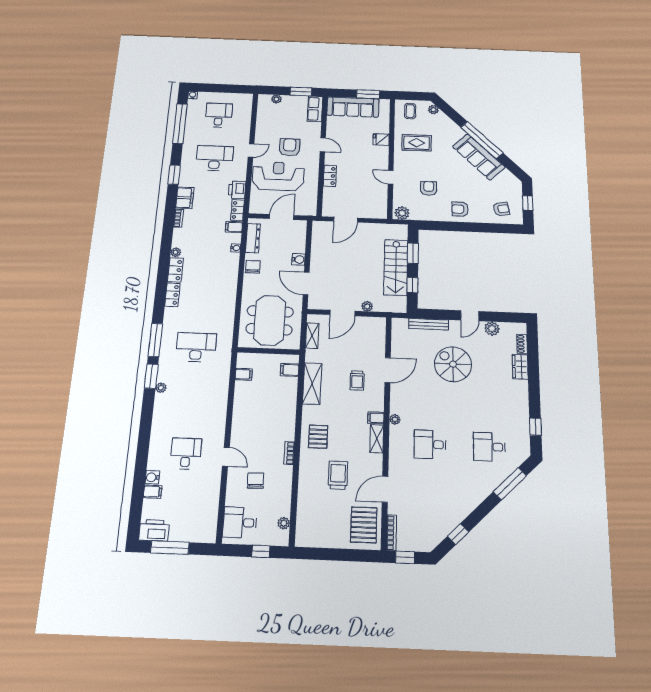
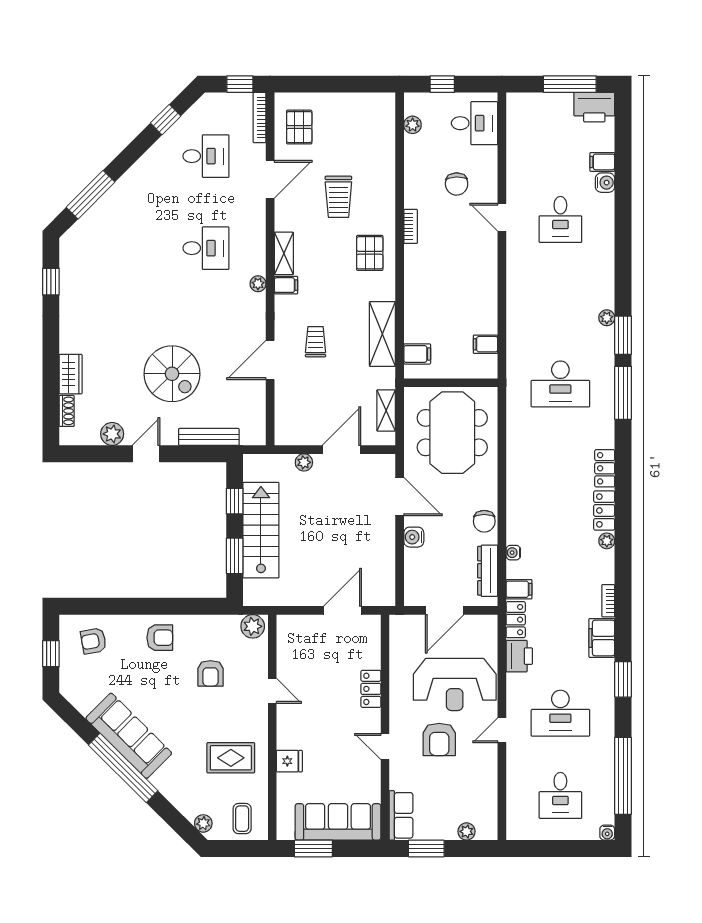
desk: (489, 447) -> (206, 156), moved
pallet: (364, 525) -> (299, 127), width x0.67, depth x0.71

